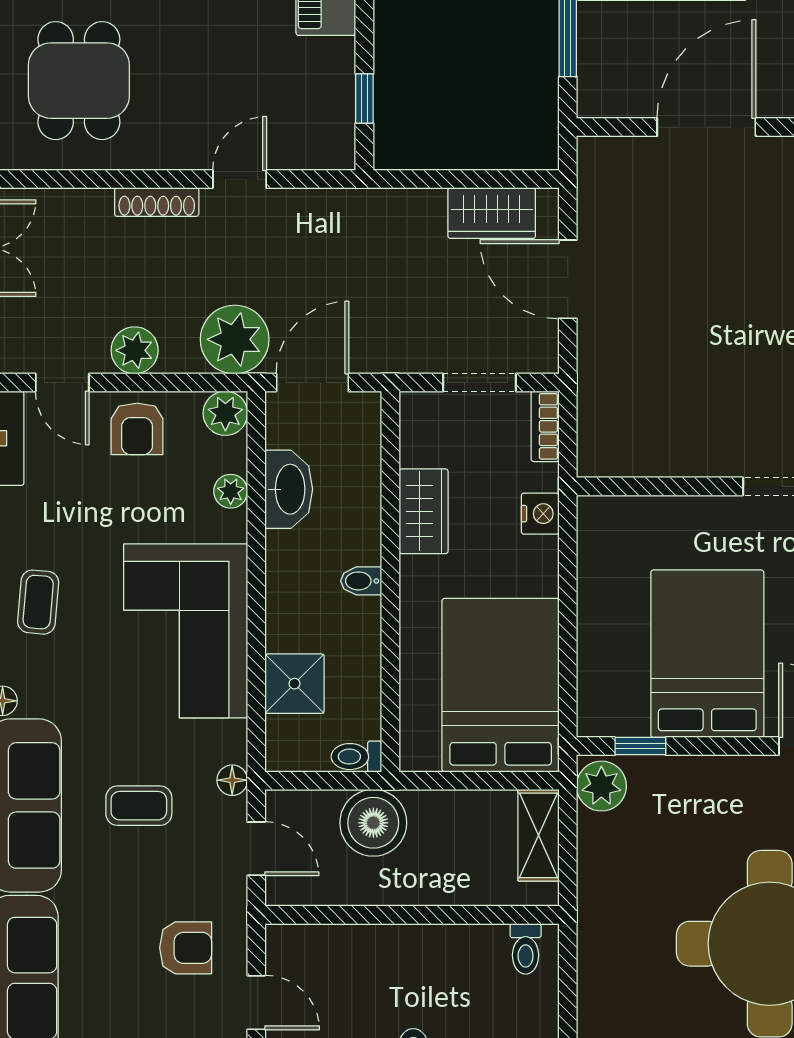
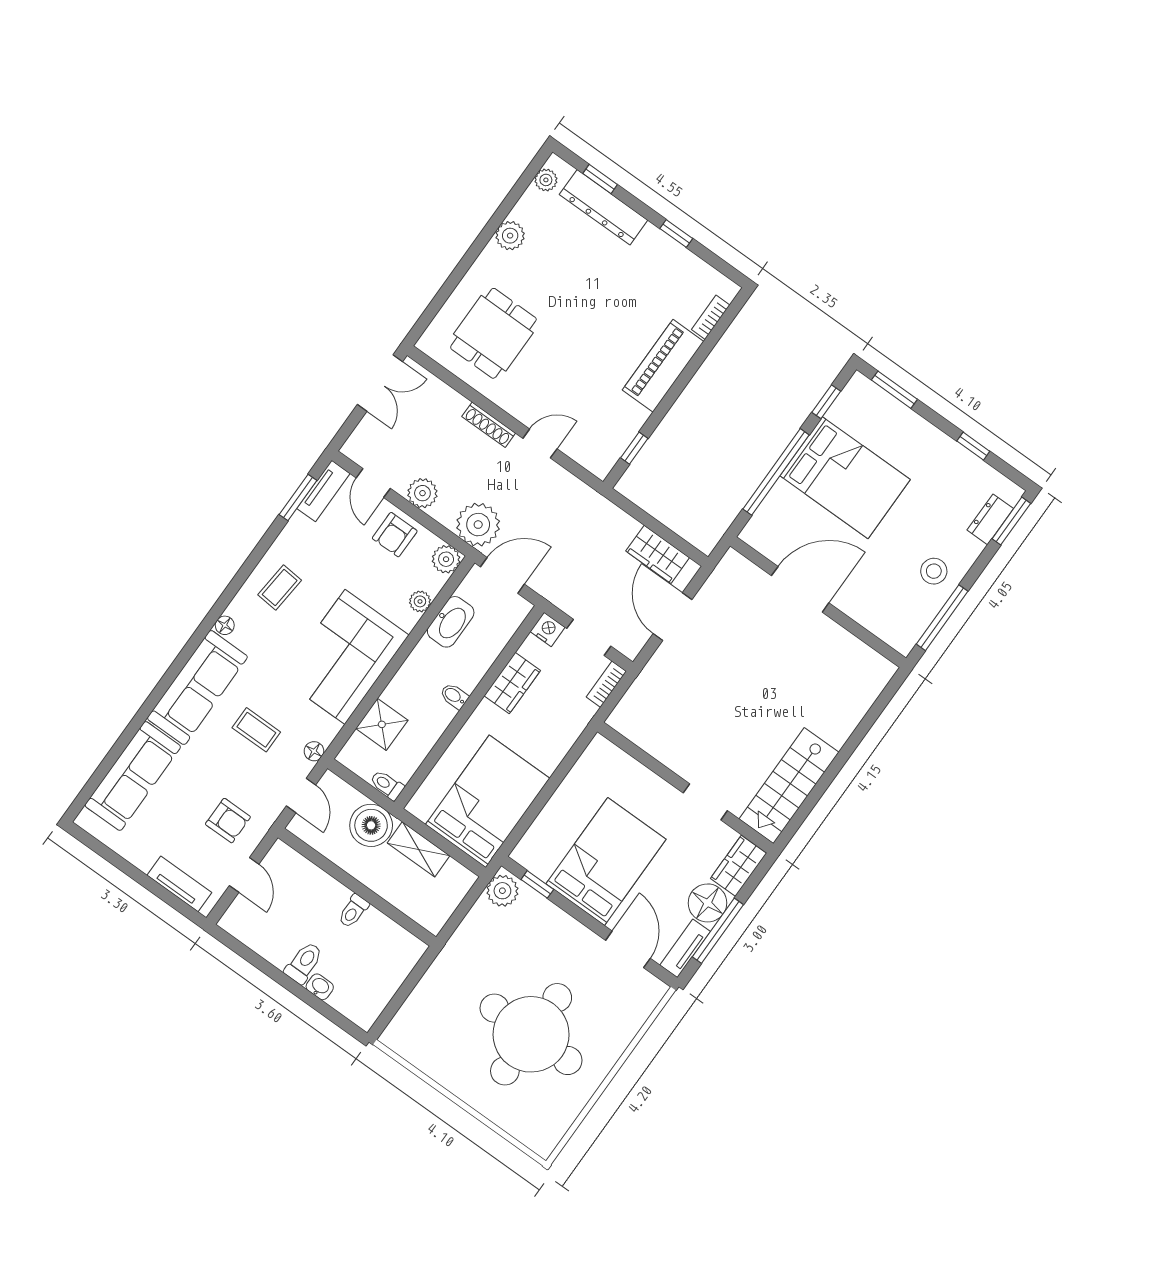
nightstand: (540, 514) -> (548, 629), moved, turned -90
shelving: (539, 835) -> (419, 849), moved, turned 90
toilet: (526, 949) -> (353, 911), moved

